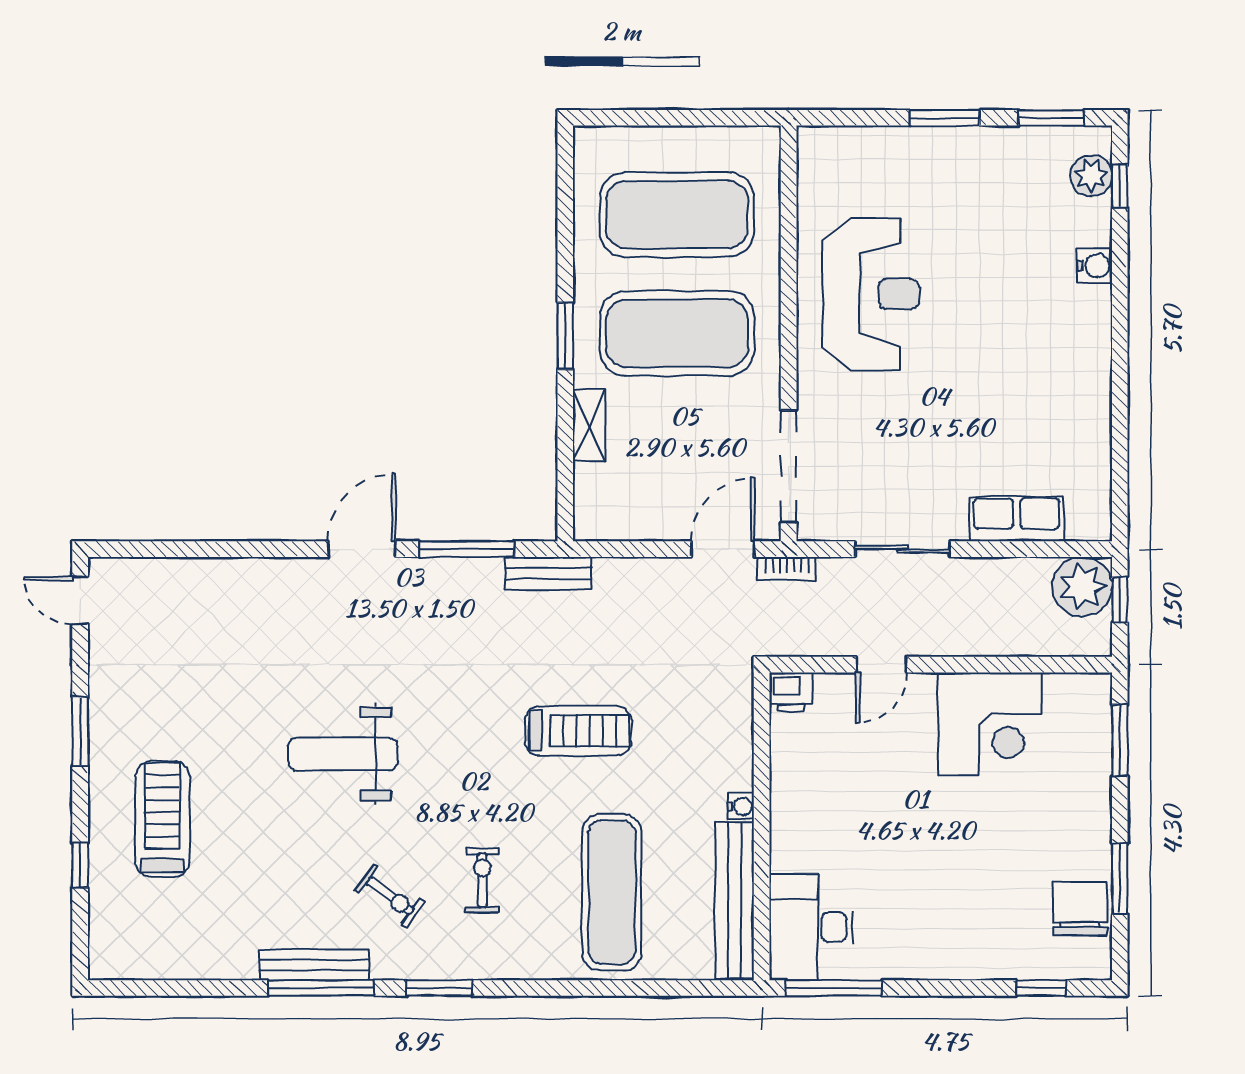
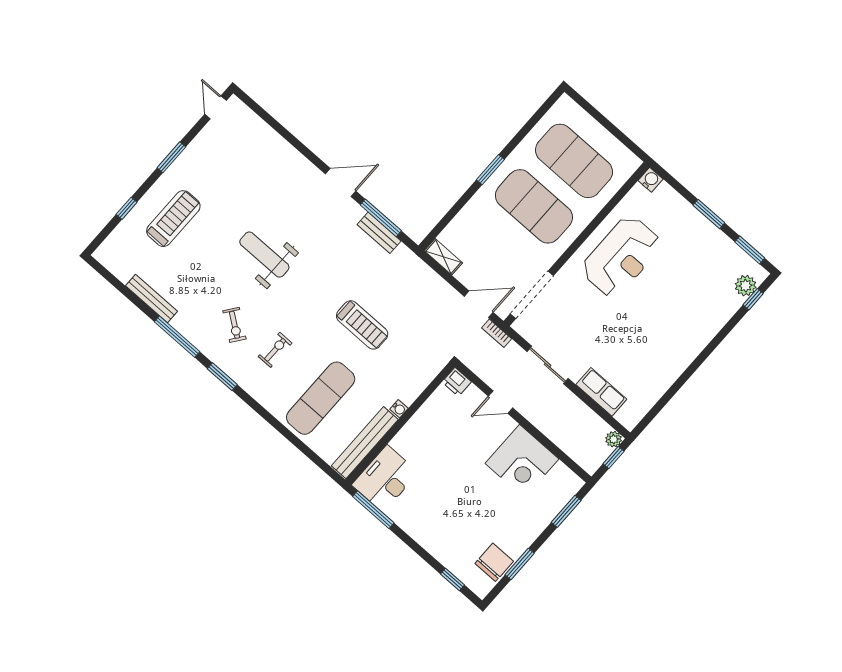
water cooler: (1095, 266) -> (650, 180), moved, turned -90
shelving: (589, 425) -> (443, 257), moved, turned 90
bench: (548, 573) -> (379, 233), moved
plant: (1082, 587) -> (614, 439), width x0.53, depth x0.53
bench: (314, 965) -> (152, 298), moved

